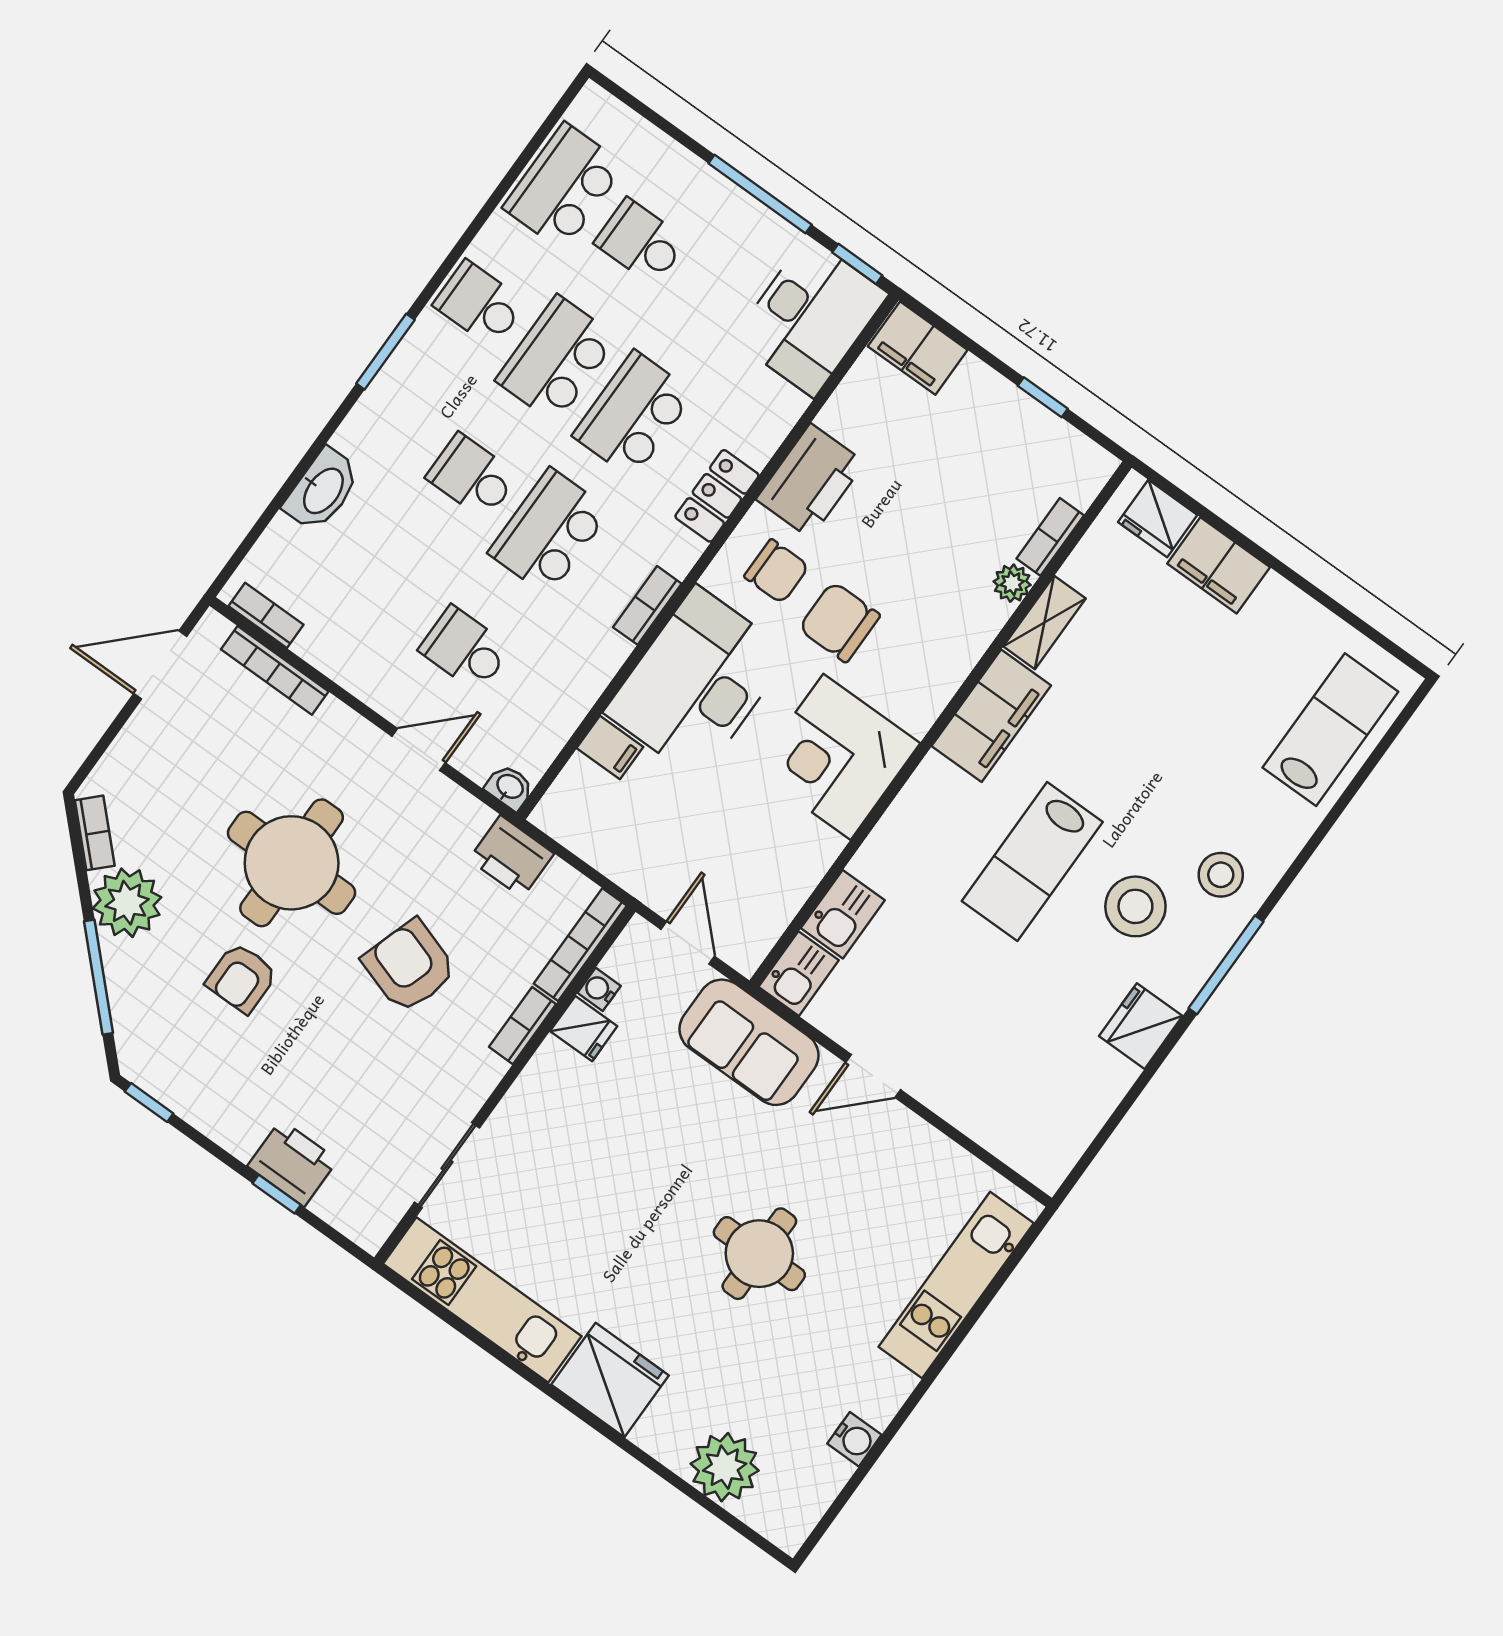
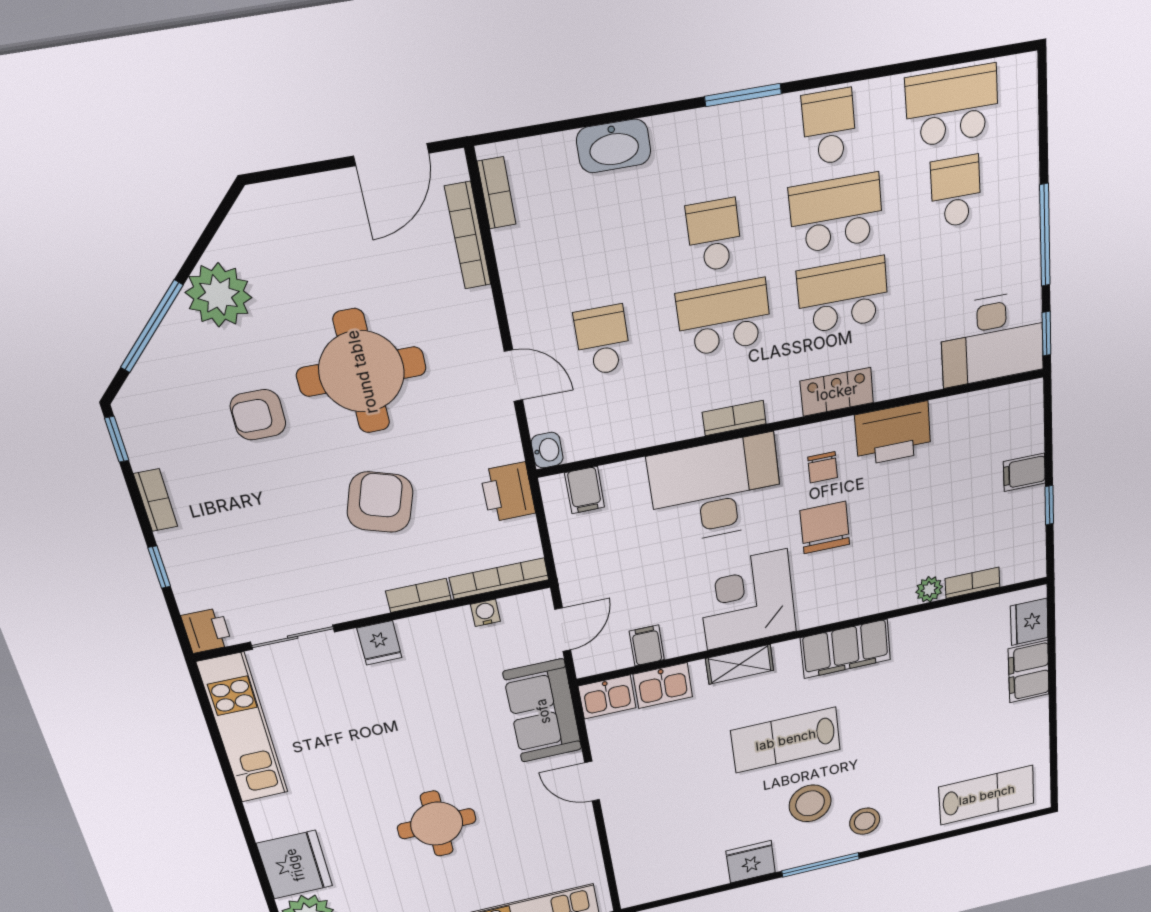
filing cabinet: (918, 348) -> (1024, 472), moved, width x0.50
chair: (776, 571) -> (823, 467), width x0.73, depth x0.73
shelving: (1045, 622) -> (740, 664), moved
door: (160, 665) -> (391, 155), swing flipped
filing cabinet: (610, 748) -> (585, 490), moved
bookcase: (95, 833) -> (156, 500), moved, turned -45
filing cabinet: (785, 888) -> (647, 645), added
fridge: (584, 1029) -> (379, 643), moved
printer: (293, 1163) -> (207, 631), moved, width x0.73, depth x0.81
fridge: (610, 1380) -> (295, 865), moved

